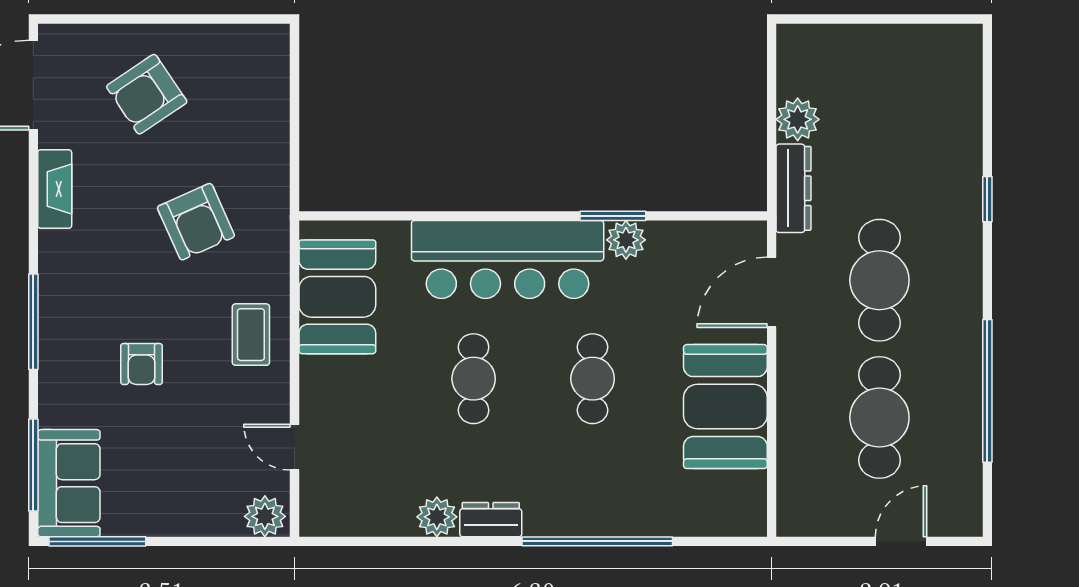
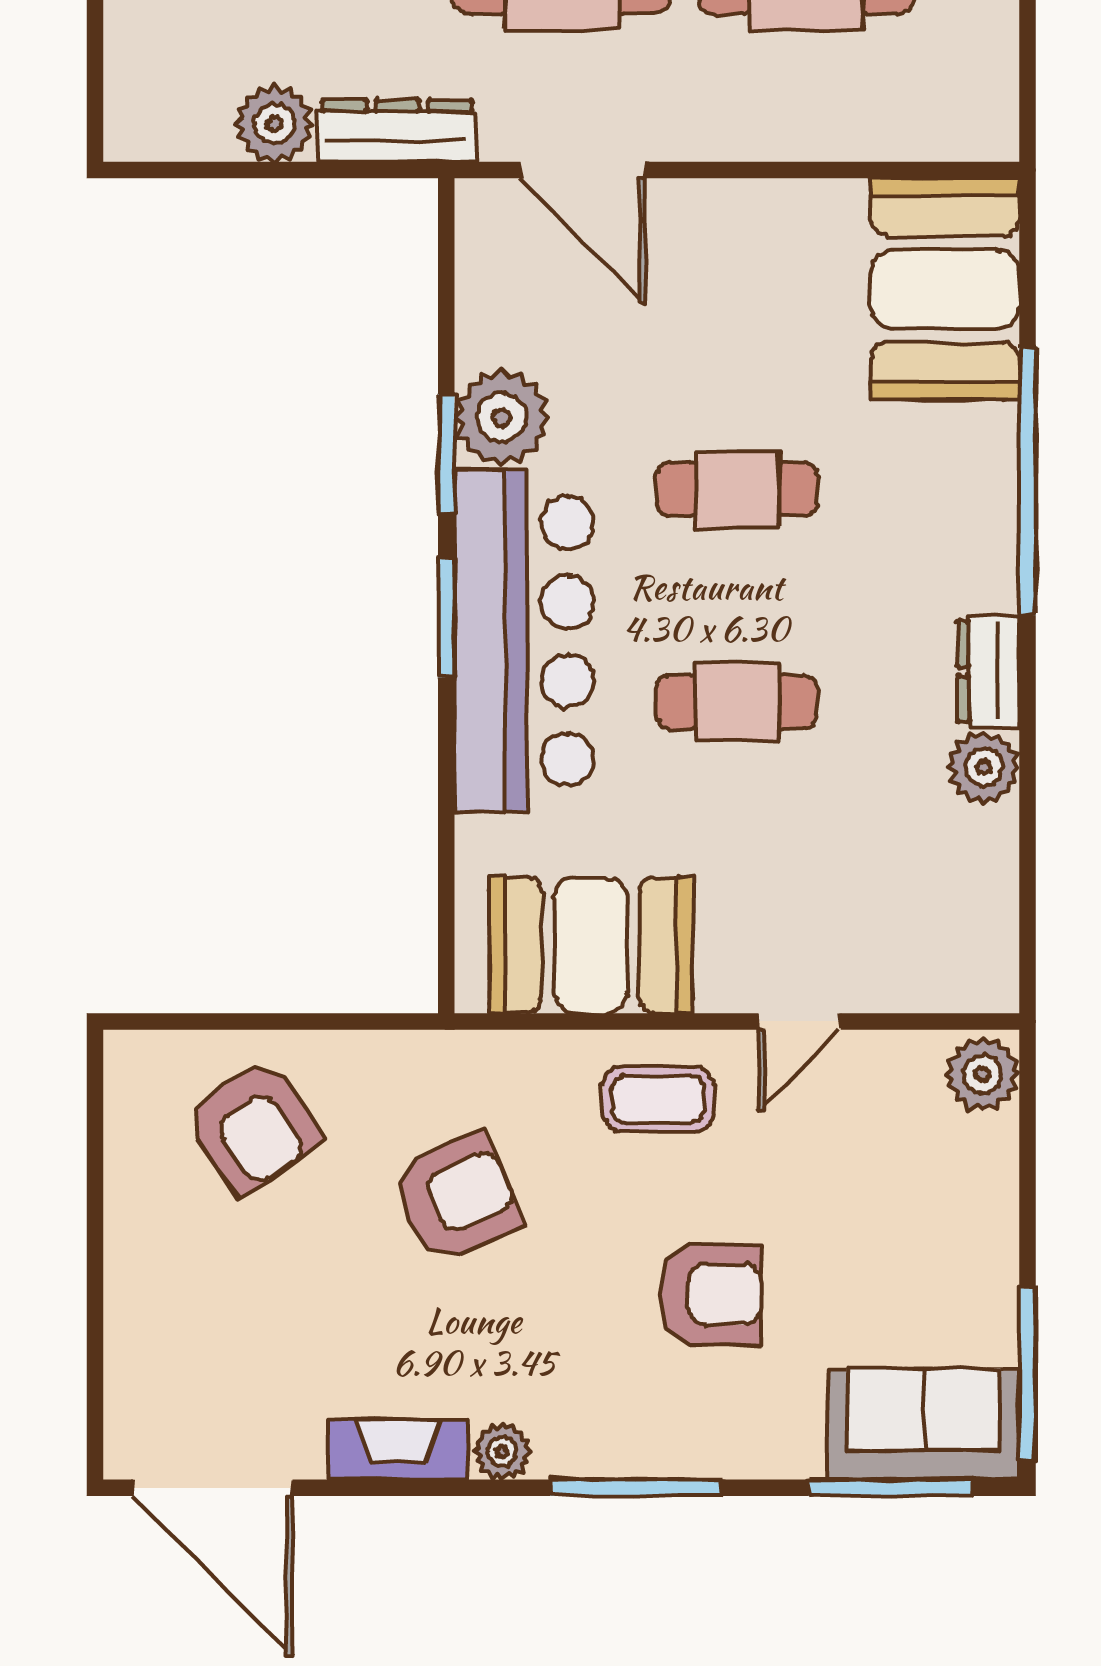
armchair: (147, 94) -> (252, 1126), moved
window: (521, 216) -> (446, 617), added
plant: (626, 240) -> (502, 417), width x1.36, depth x1.36
plant: (54, 247) -> (502, 1452), added
armchair: (142, 364) -> (711, 1295), width x1.38, depth x1.38
booth: (725, 407) -> (945, 289), moved, turned 90
door: (295, 447) -> (800, 1021), moved

